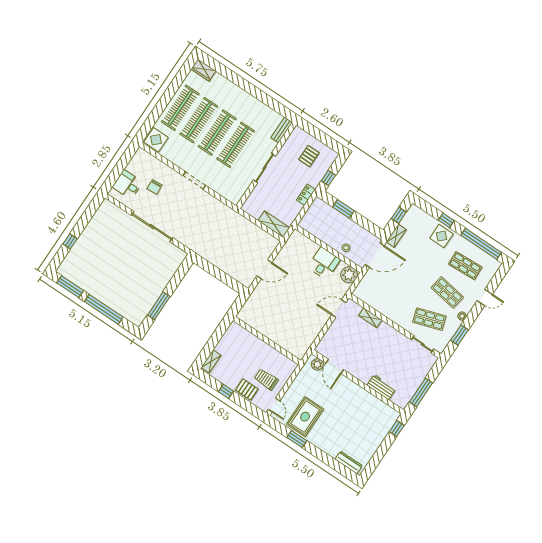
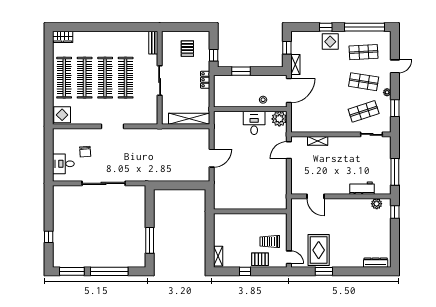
shelving: (274, 224) -> (189, 119), width x1.47
plant: (317, 364) -> (377, 204), moved

